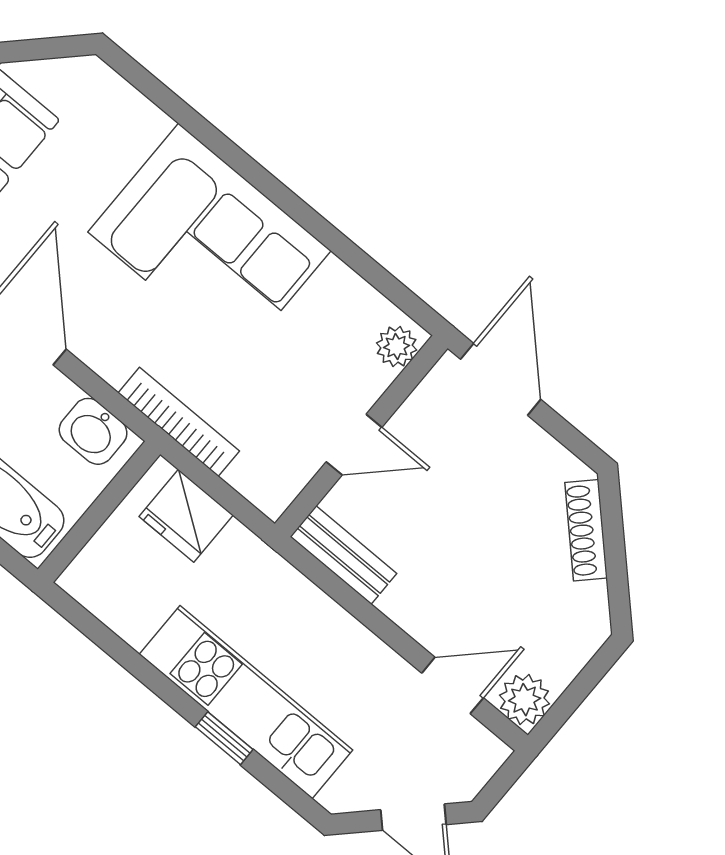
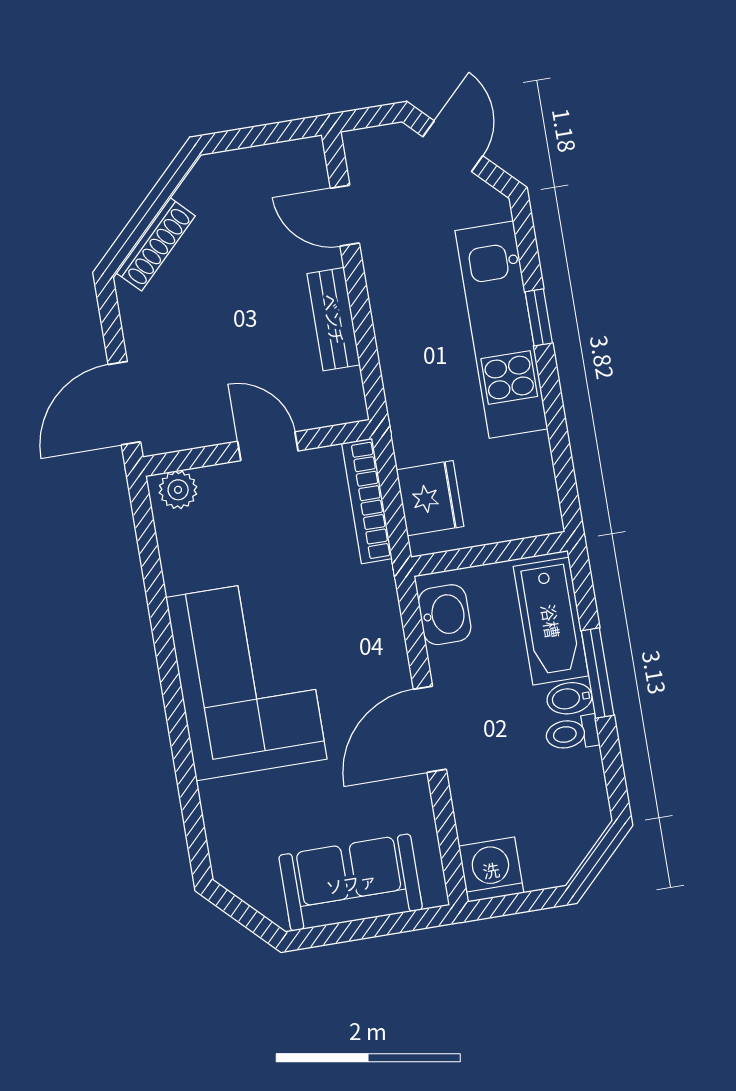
bookcase: (179, 422) -> (367, 501), moved
bench: (343, 555) -> (334, 319), moved
plant: (525, 700) -> (302, 162), removed

